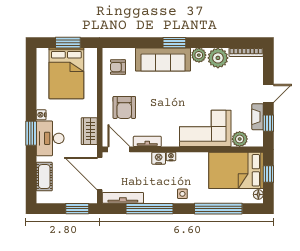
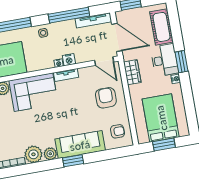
tv unit: (147, 141) -> (66, 75), moved
cot: (44, 177) -> (161, 27), width x1.37, depth x1.34

